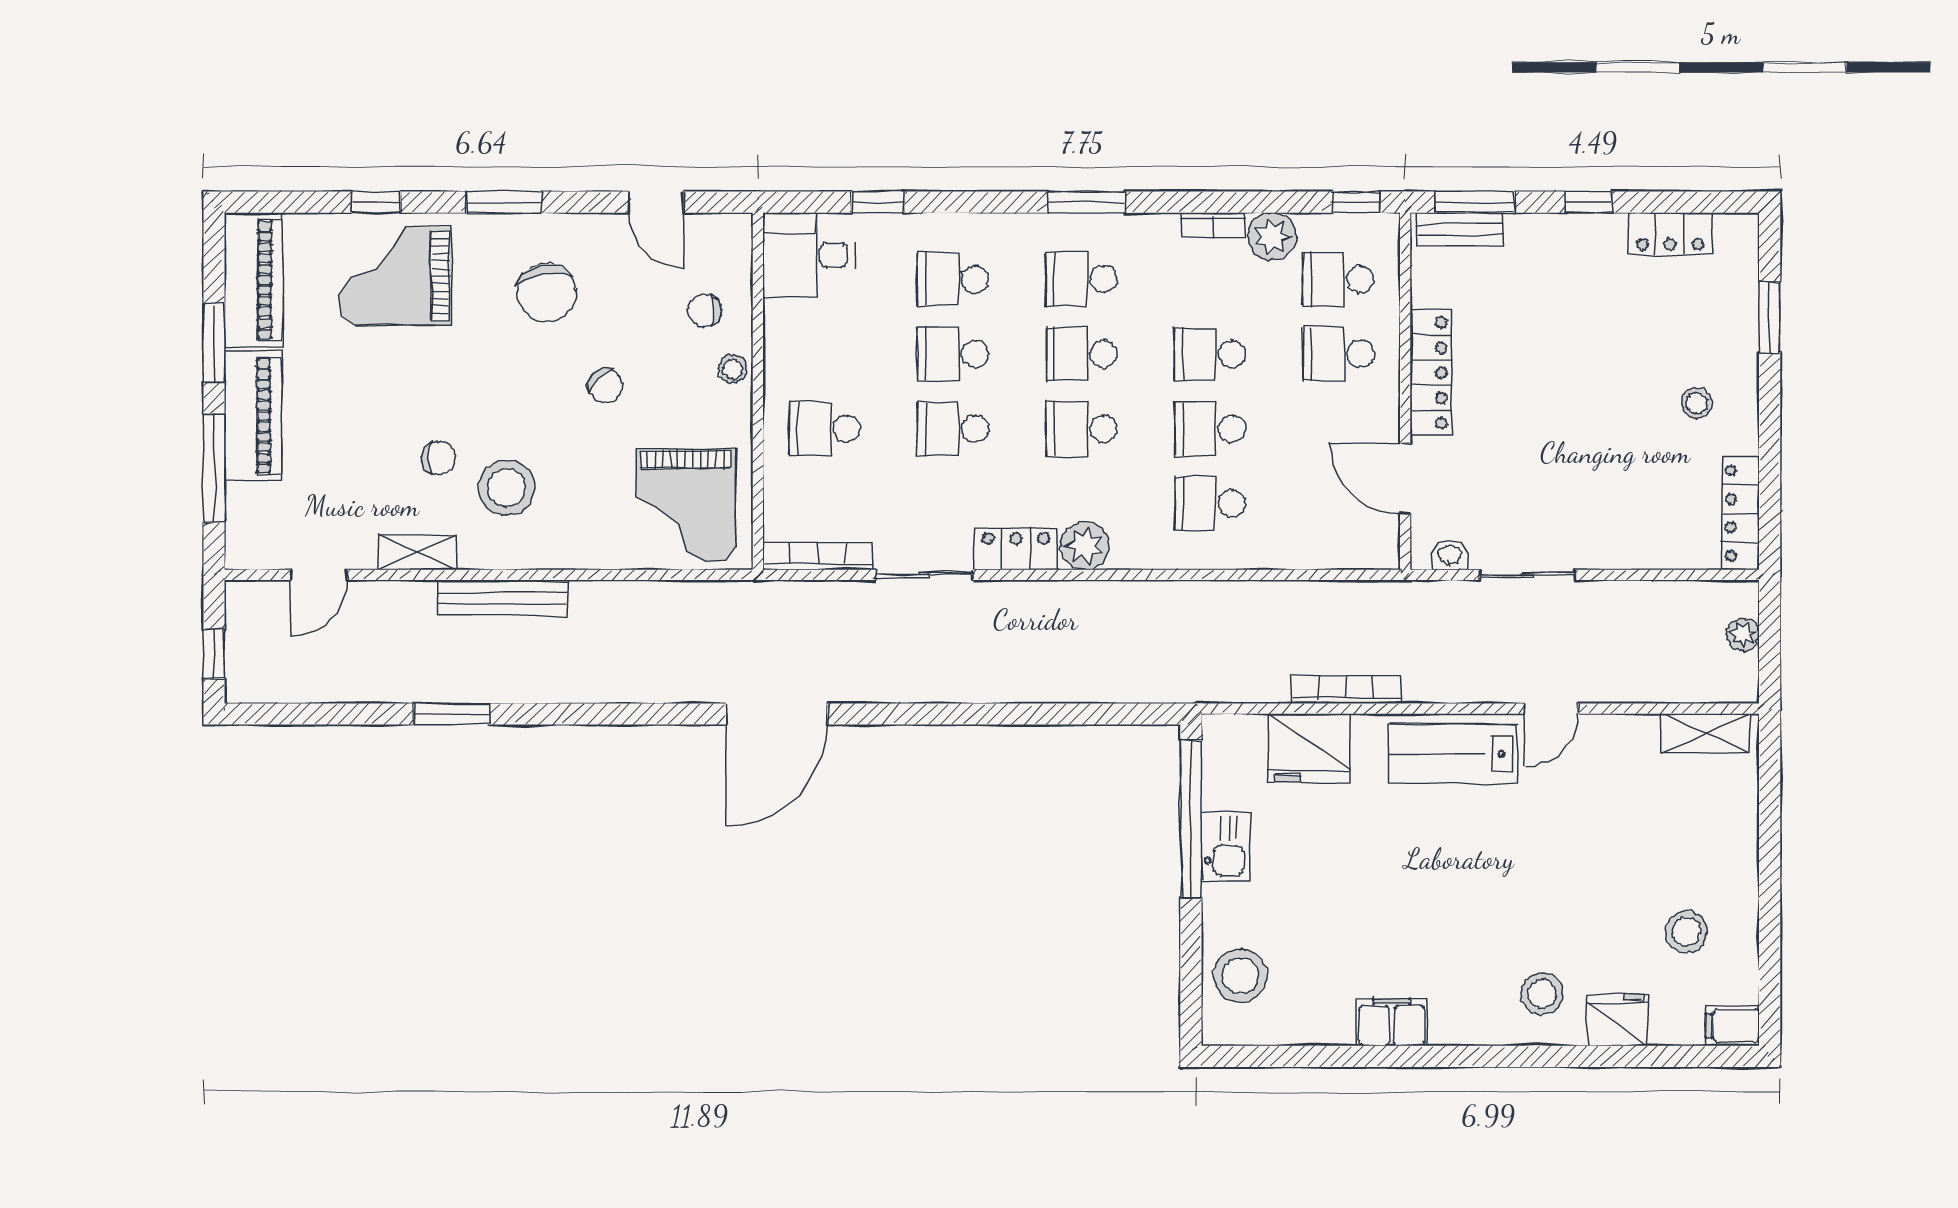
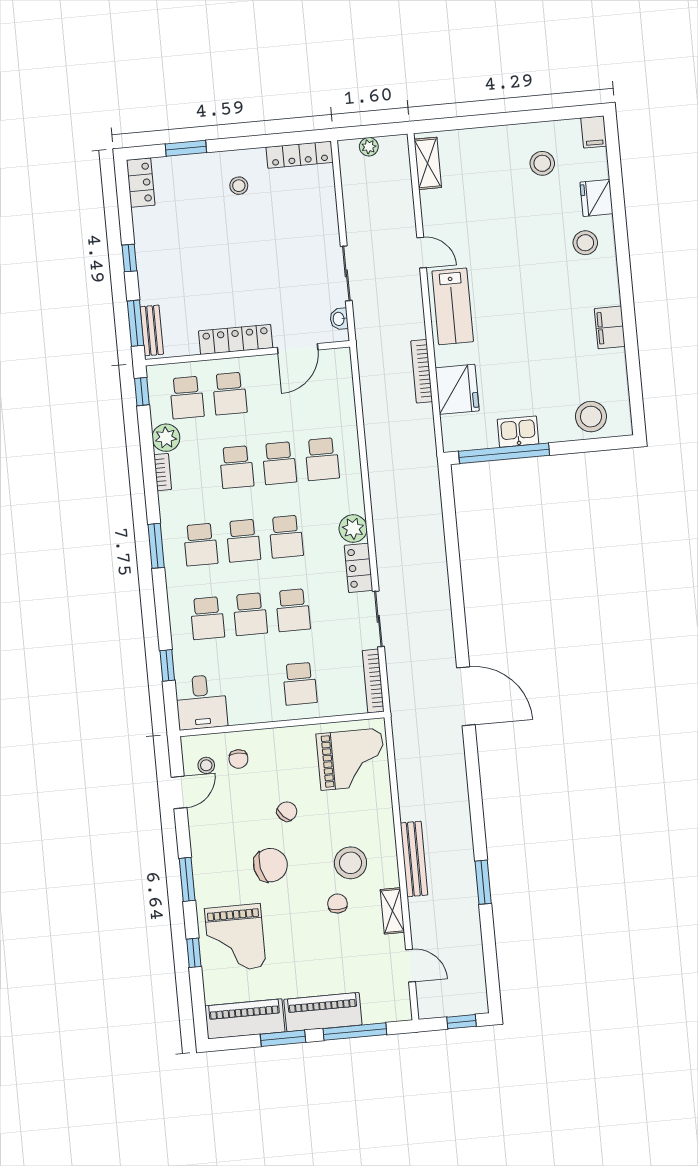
locker: (1670, 234) -> (141, 183), moved
chair: (547, 293) -> (270, 865), moved
stool: (733, 369) -> (206, 765), moved

